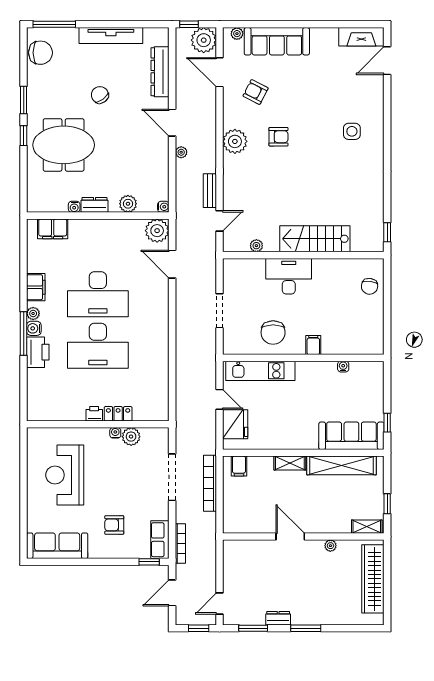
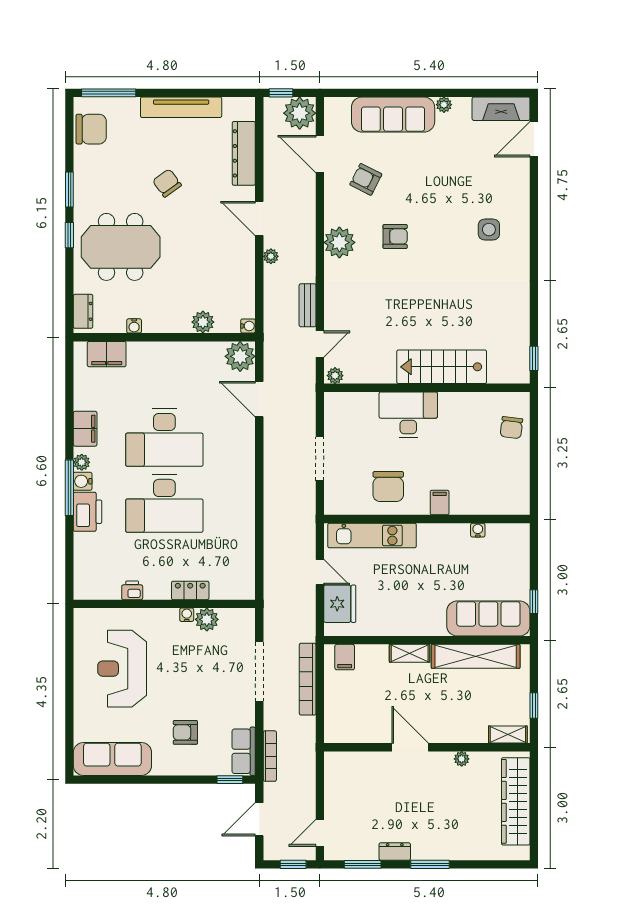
plant: (237, 34) -> (444, 105), moved
dresser: (94, 205) -> (83, 311), moved, turned 90
plant: (256, 246) -> (335, 376), moved
printer: (94, 414) -> (132, 590), moved

